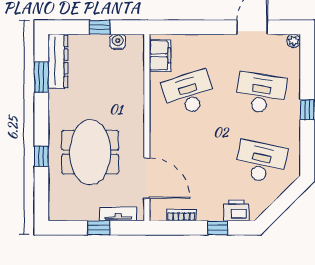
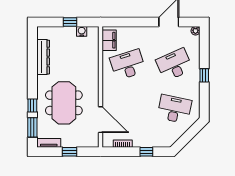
dresser: (58, 61) -> (43, 57), moved
window: (41, 77) -> (32, 127), moved
desk: (261, 93) -> (174, 65), turned -33
printer: (236, 210) -> (158, 141), removed
tv unit: (118, 214) -> (49, 143), moved

